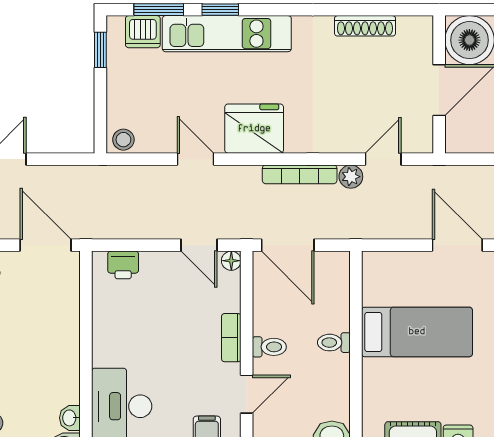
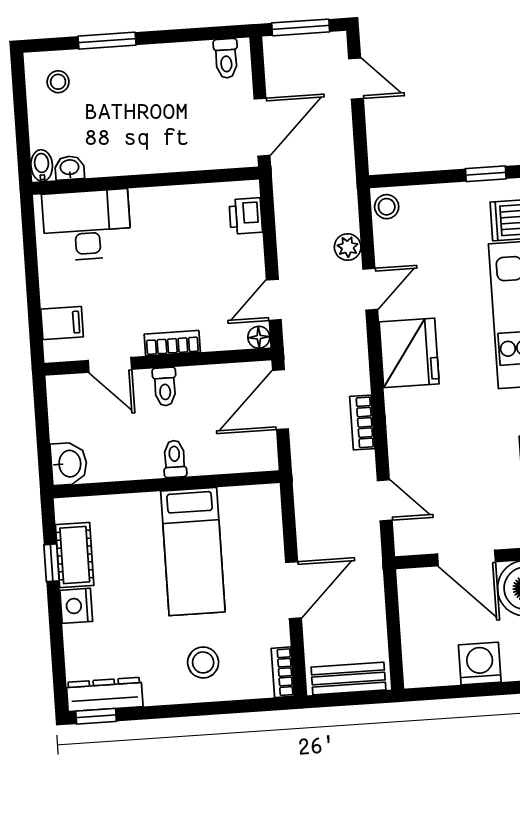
bookcase: (300, 174) -> (362, 423), width x0.64
plant: (351, 177) -> (348, 247), moved

